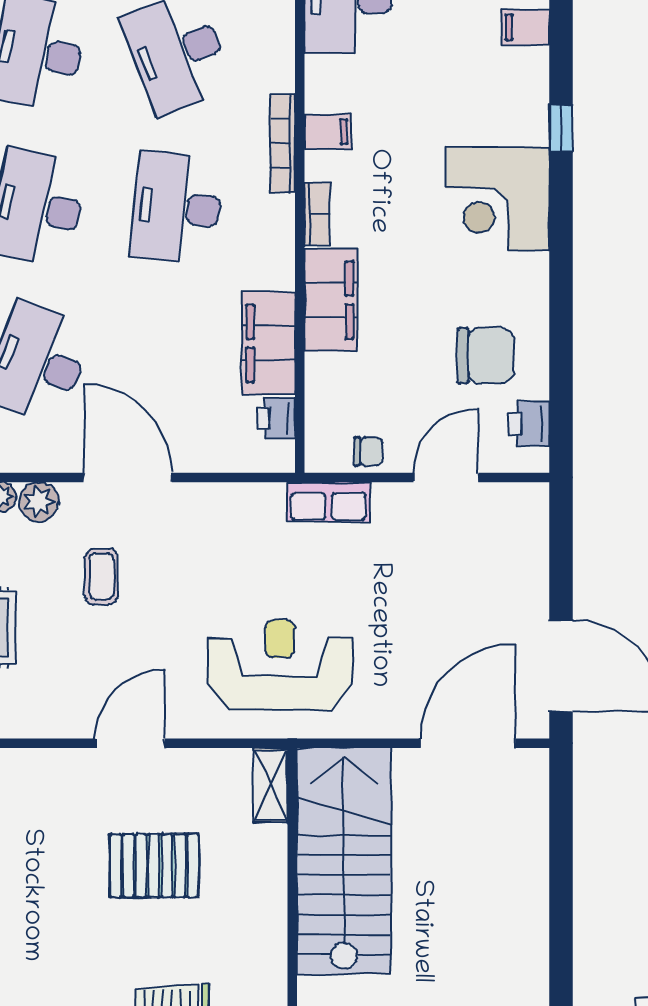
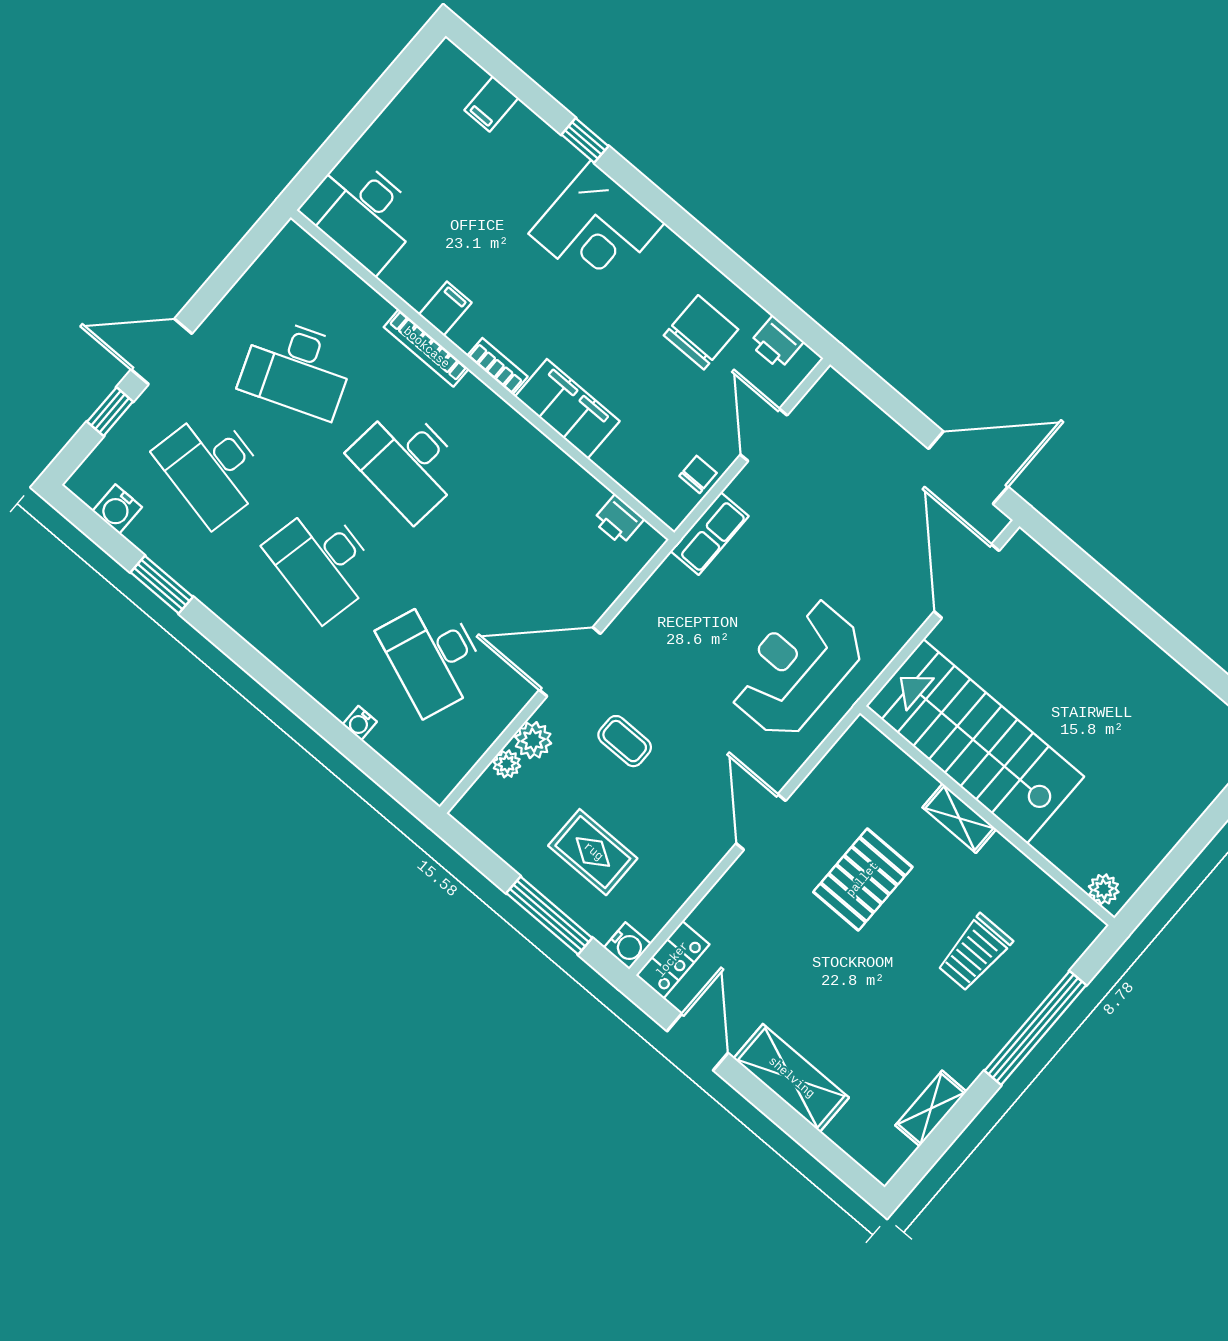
filing cabinet: (269, 343) -> (560, 480), removed
shelving: (271, 785) -> (959, 818), moved

